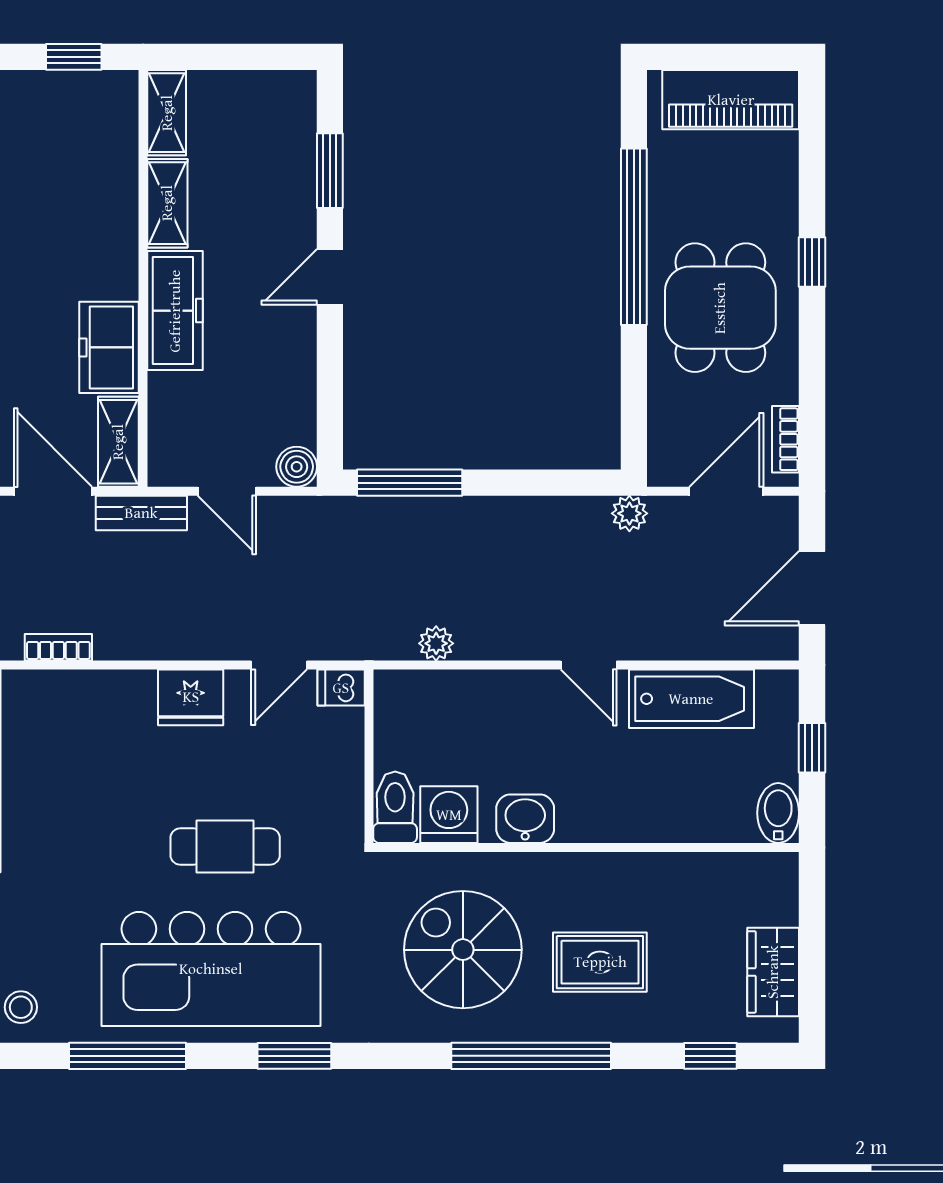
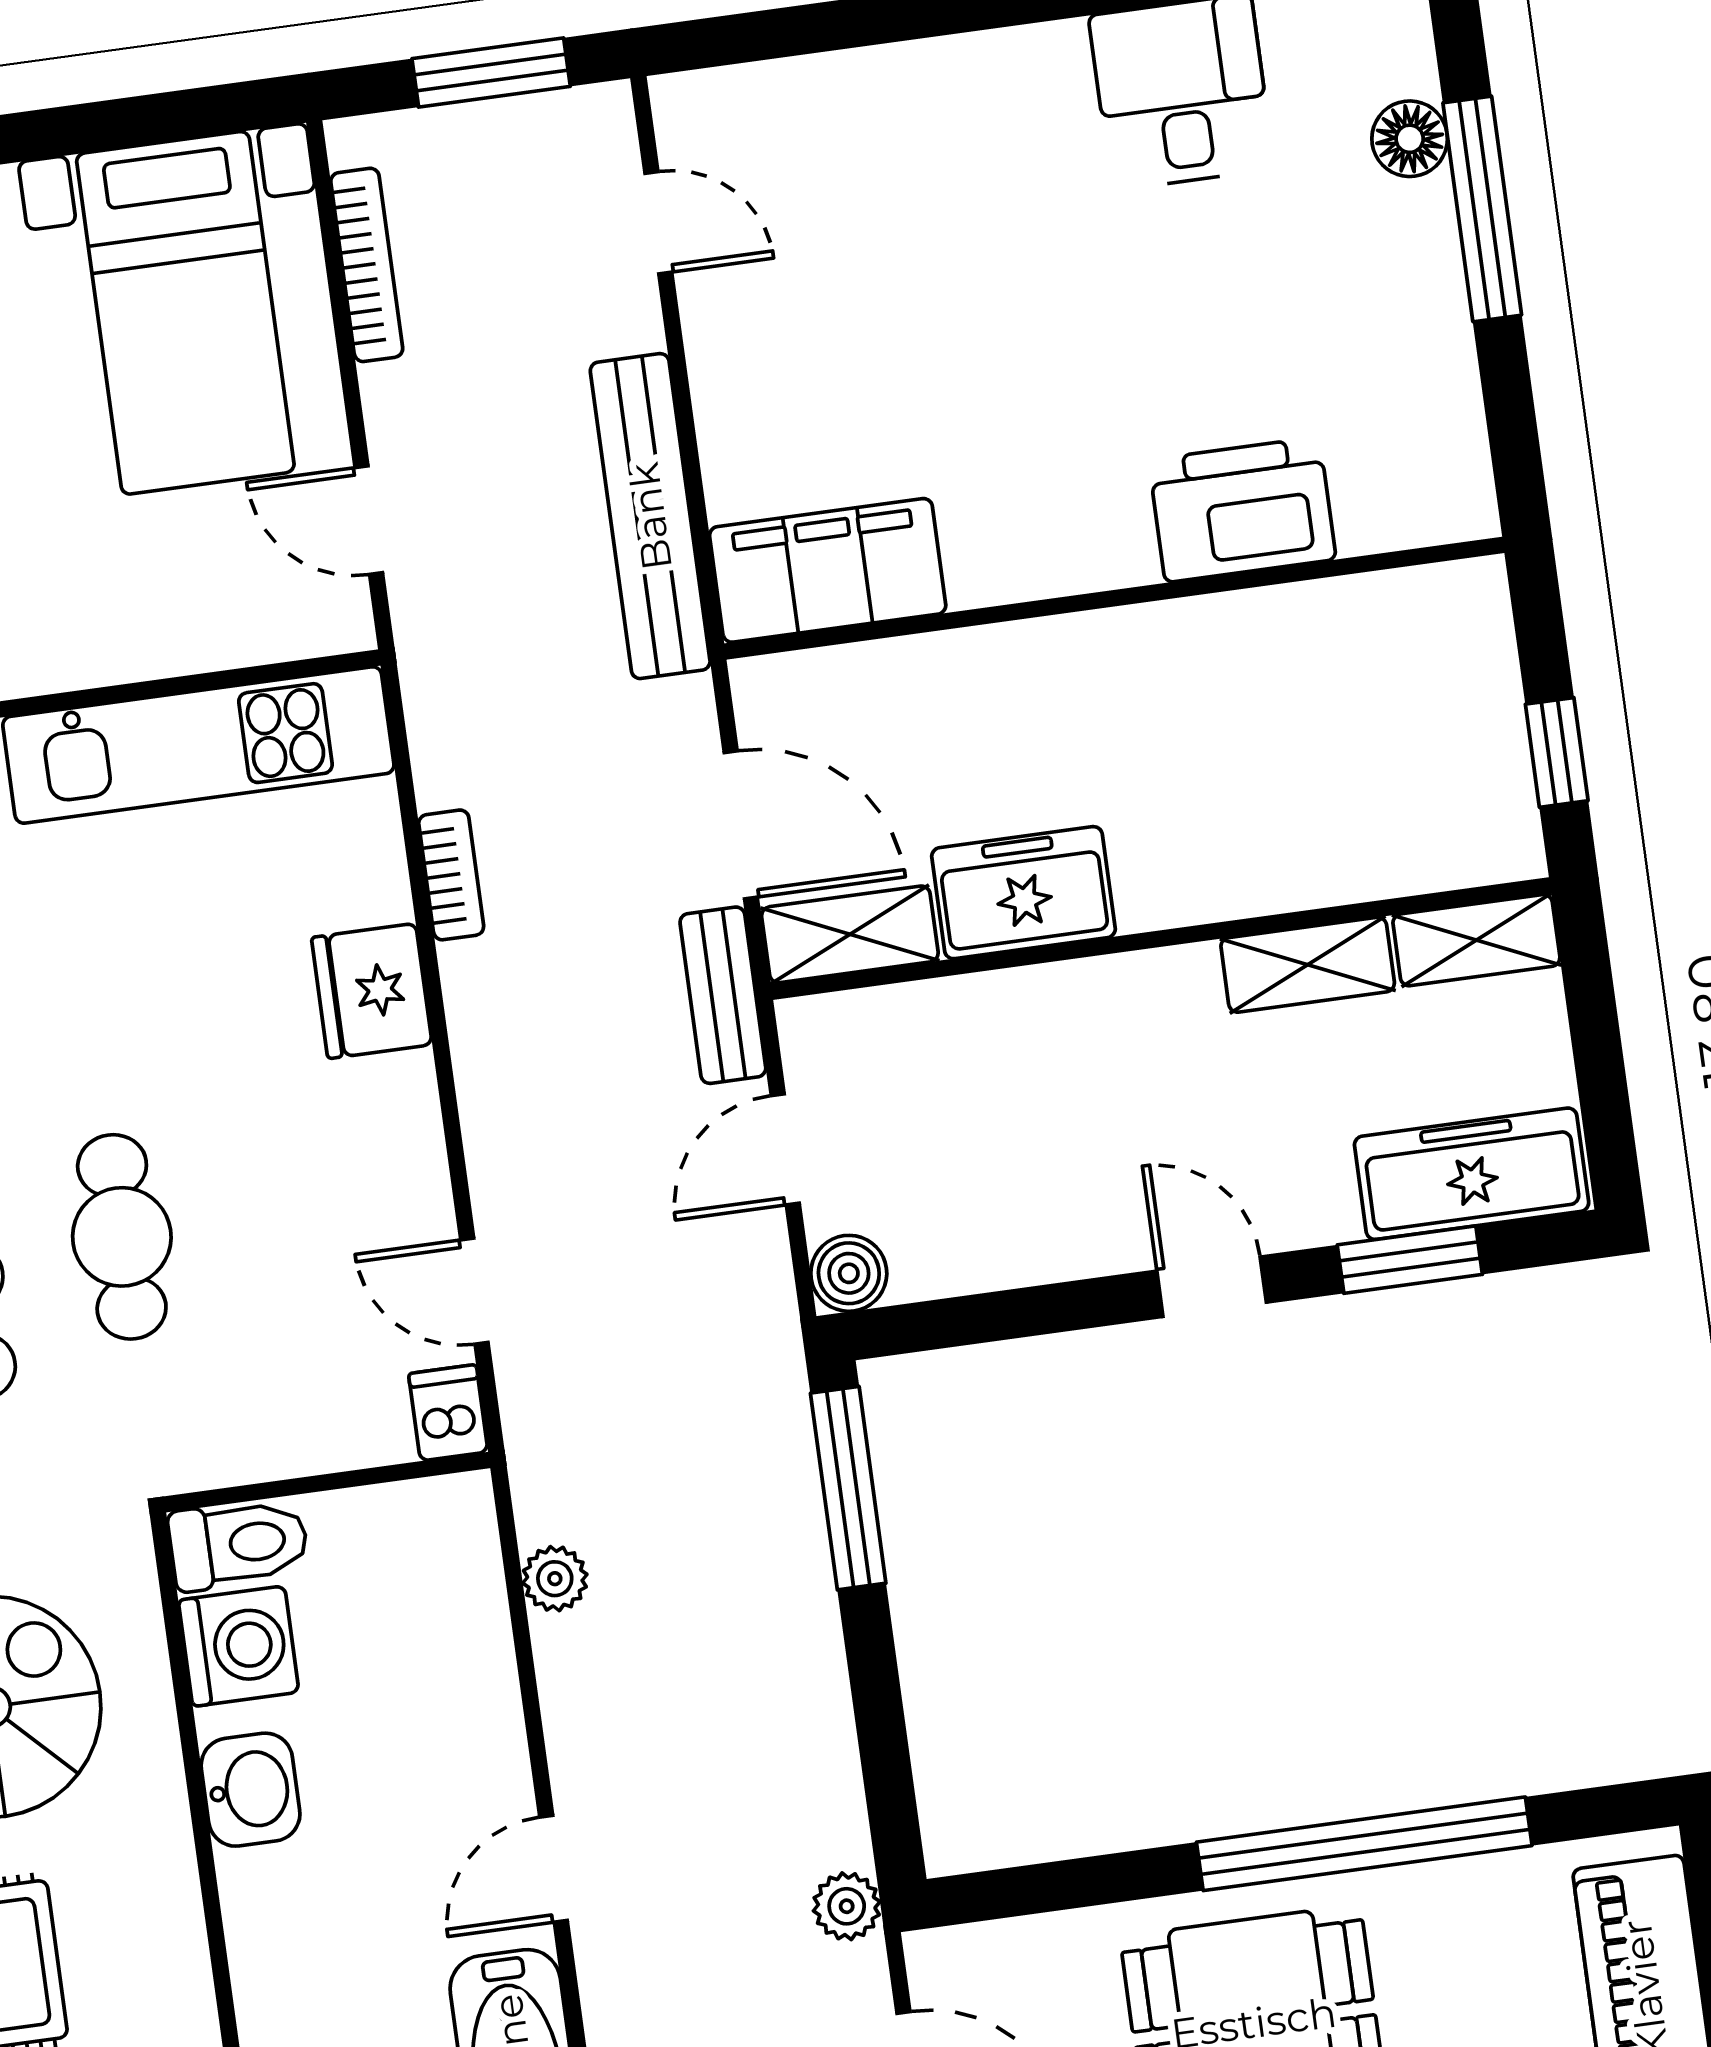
freezer: (175, 311) -> (1472, 1174), moved, turned 180
door: (53, 491) -> (741, 825), hinge flipped
fridge: (191, 697) -> (372, 991), moved

